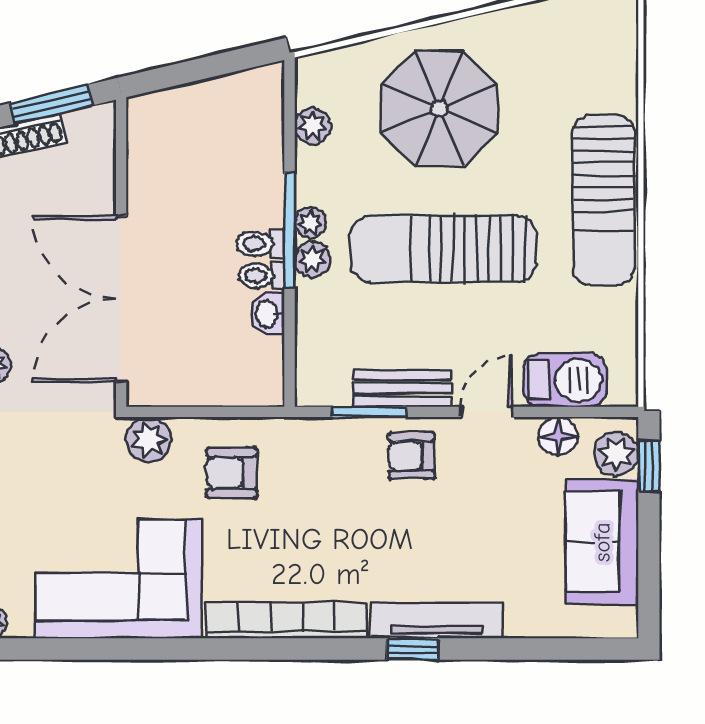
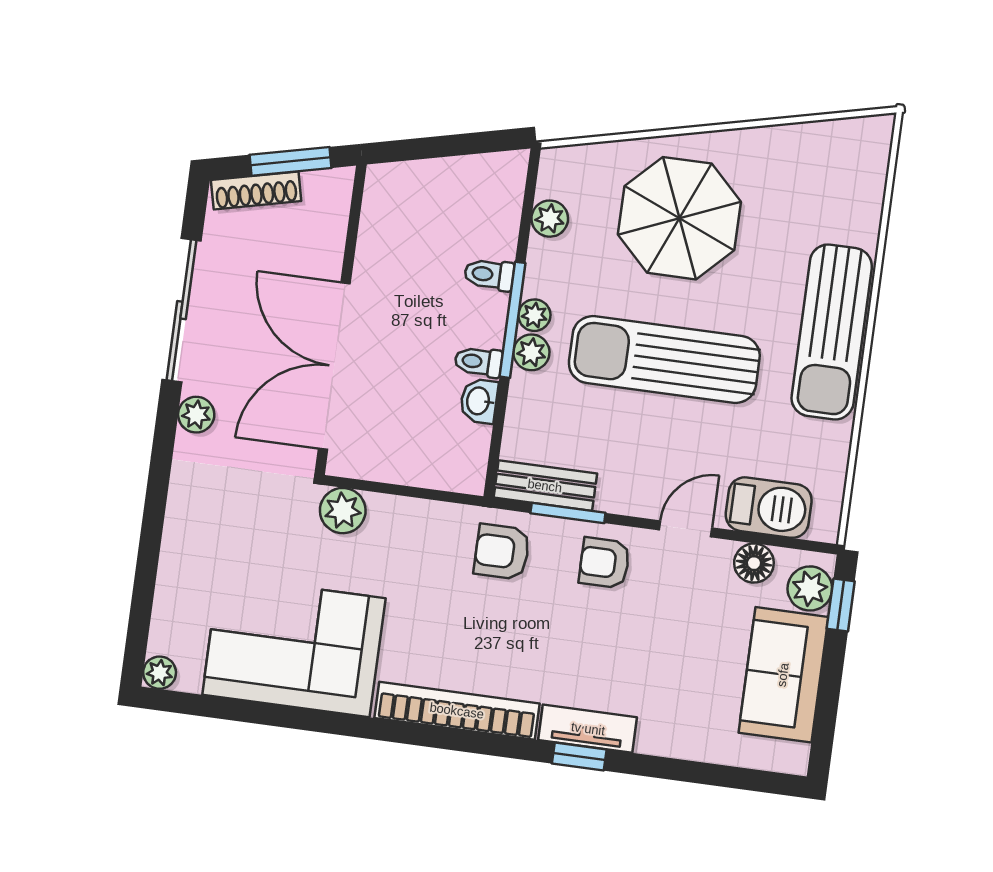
toilet: (261, 244) -> (489, 275), moved
bench: (403, 388) -> (545, 486), moved
armchair: (232, 473) -> (502, 552), moved
tv unit: (436, 621) -> (588, 729), width x0.71

